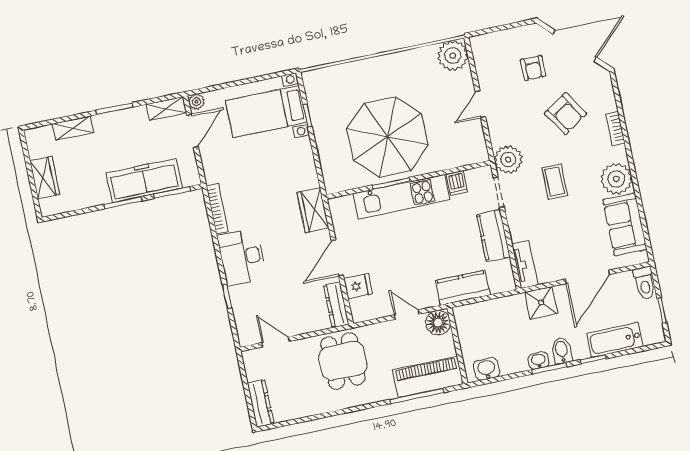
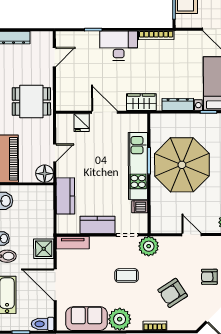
dresser: (336, 305) -> (178, 104), moved

